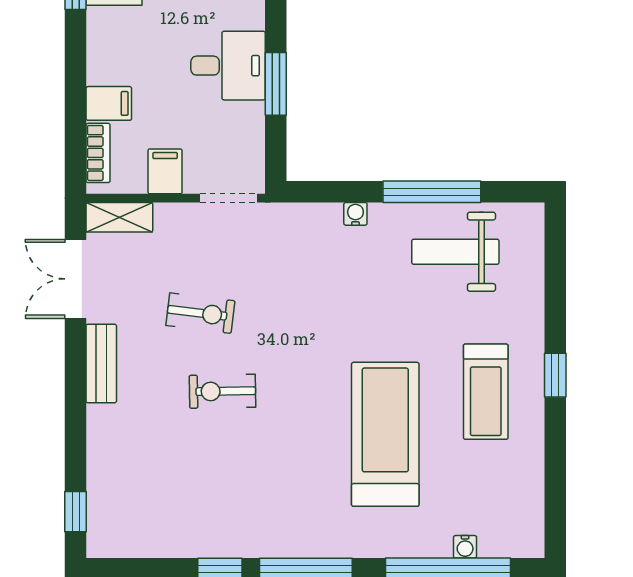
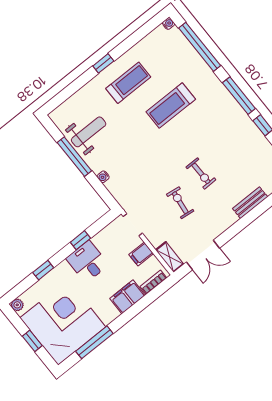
window: (276, 84) -> (80, 240), width x0.67
filing cabinet: (109, 103) -> (128, 297), width x2.00
weight bench: (455, 252) -> (89, 132), turned -90
bench: (101, 363) -> (250, 203), moved
treadmill: (385, 434) -> (171, 106), width x0.73, depth x0.73
water cooler: (465, 547) -> (169, 24), moved

